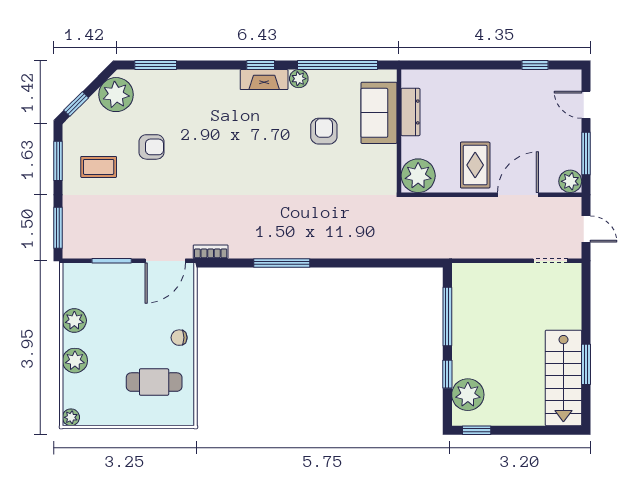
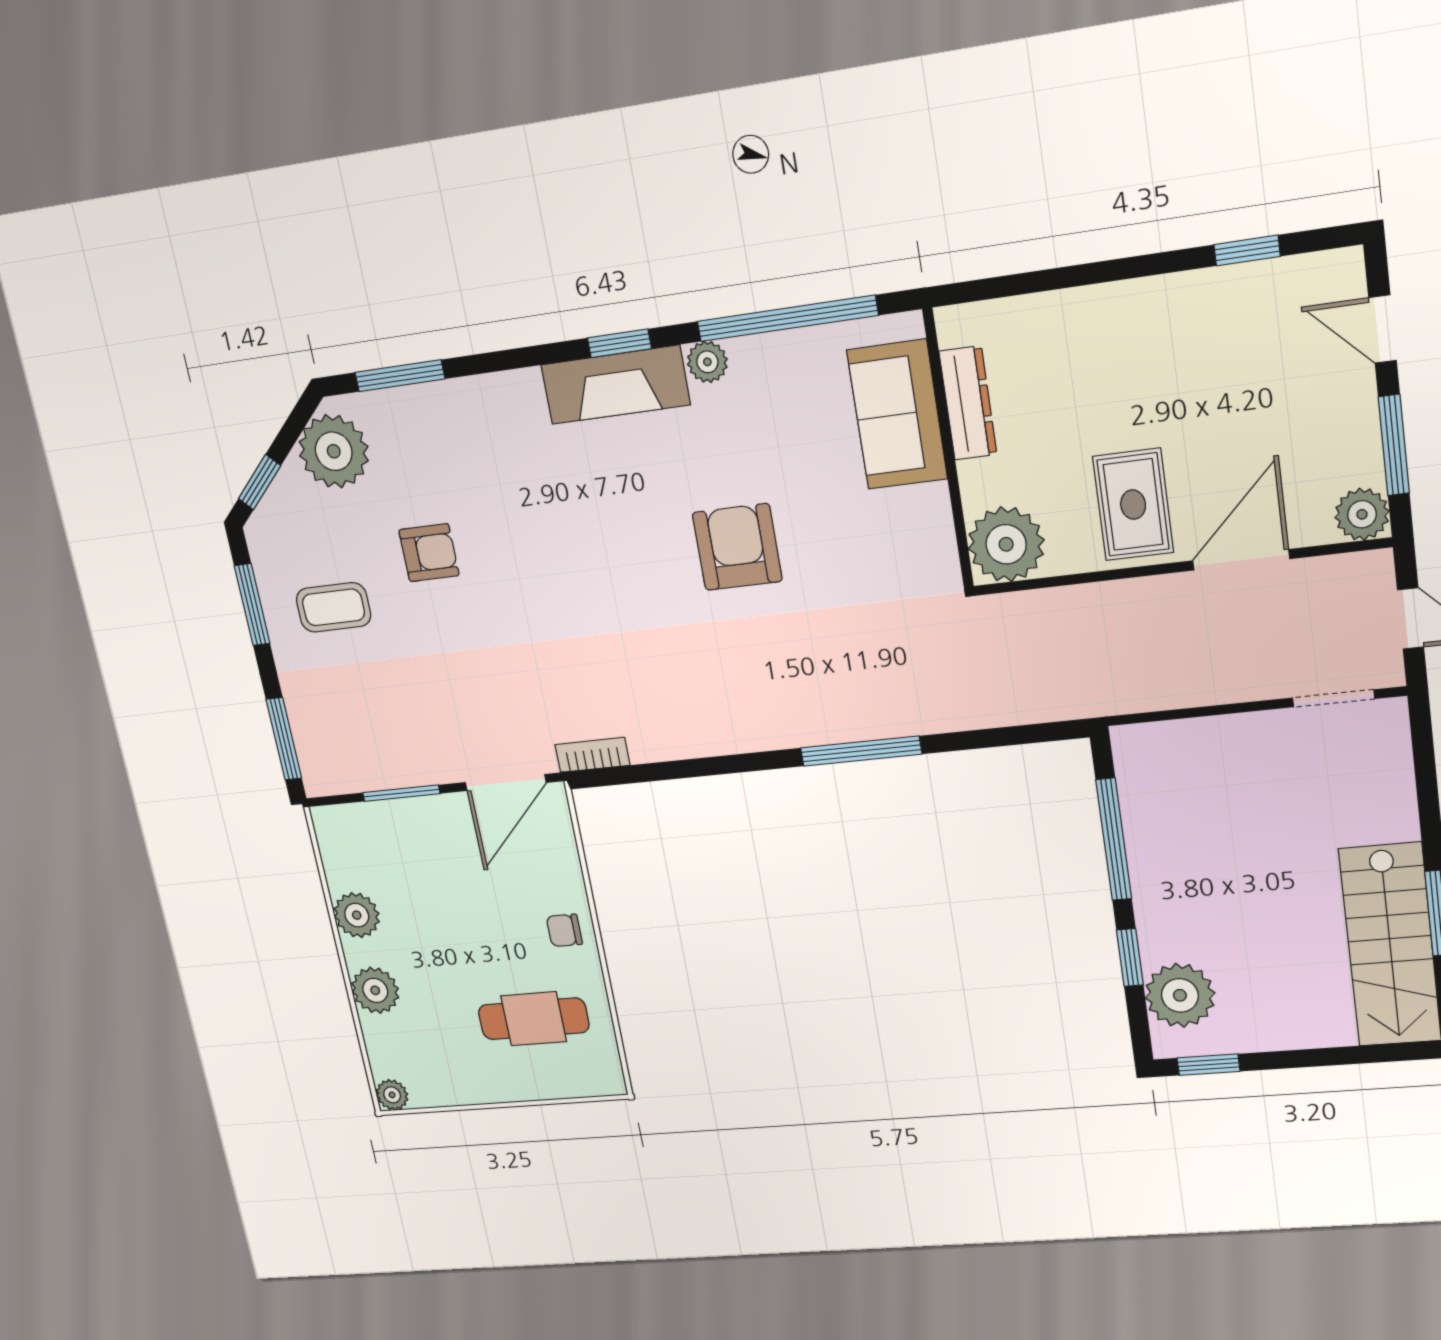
fireplace: (264, 80) -> (615, 385), width x1.37, depth x1.32
armchair: (324, 131) -> (737, 547), moved, width x1.38, depth x1.38
window: (282, 263) -> (861, 751), moved

